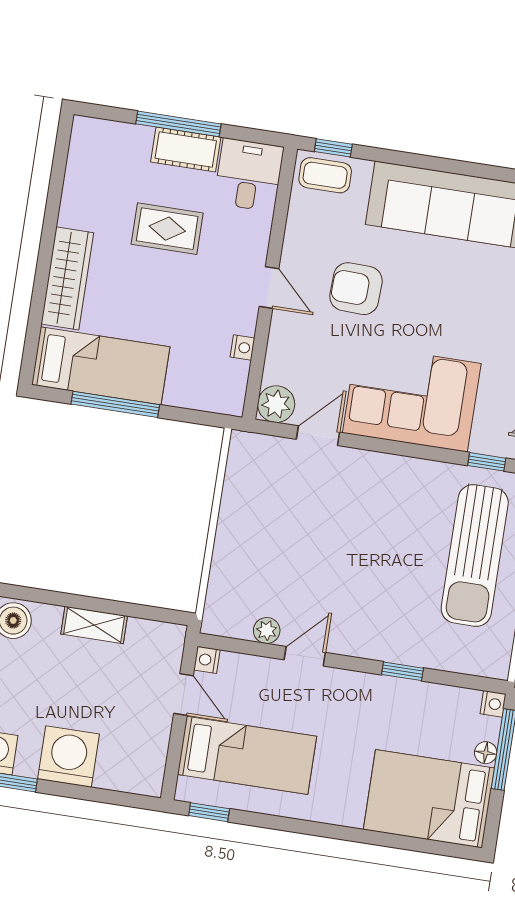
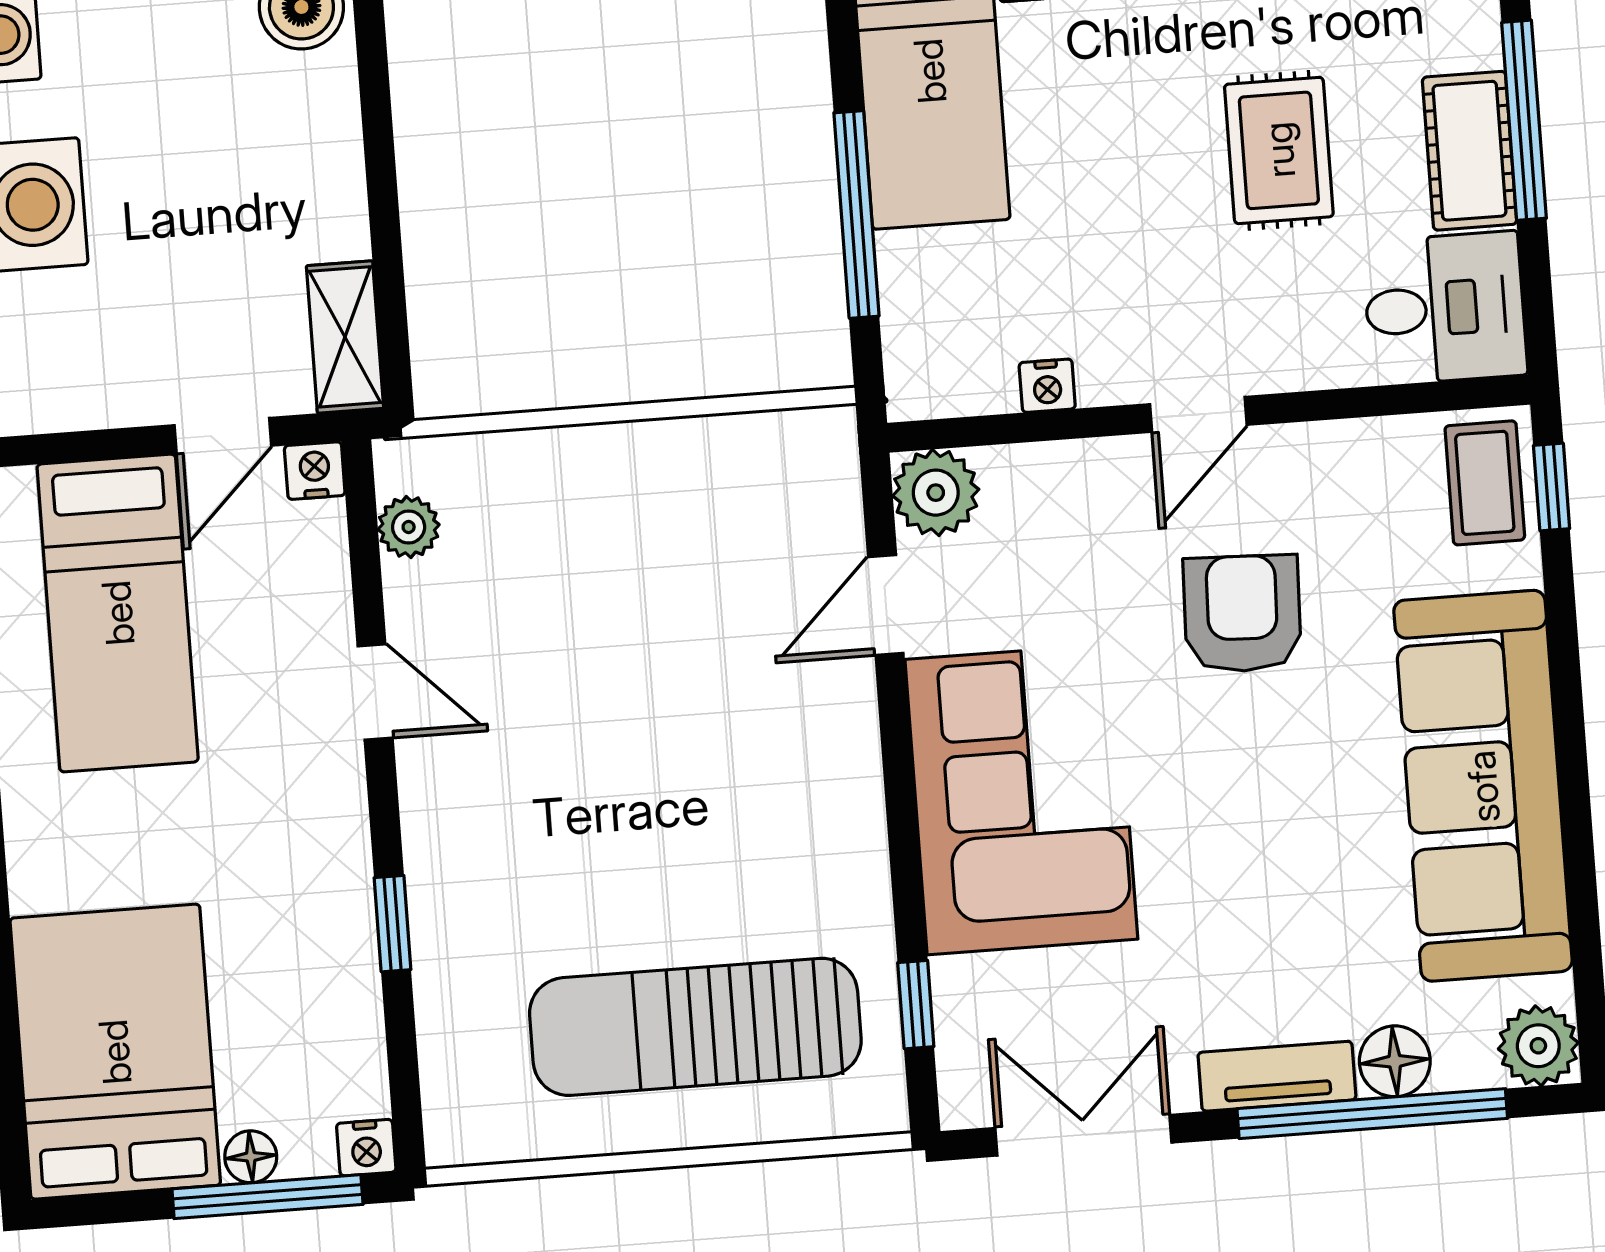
window: (115, 404) -> (856, 214), moved
door: (318, 436) -> (886, 605), swing flipped
shelving: (94, 625) -> (345, 337), moved
plant: (267, 631) -> (409, 527), moved

